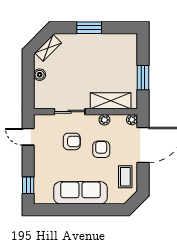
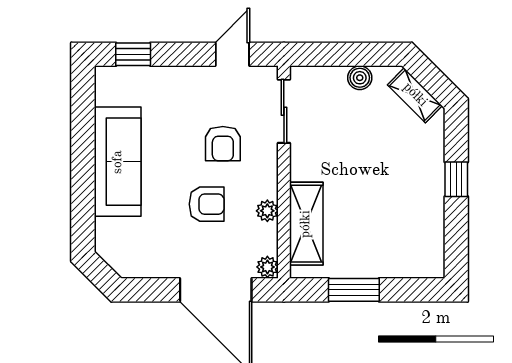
window: (89, 28) -> (456, 179), width x0.67
sliding door: (70, 112) -> (284, 111), moved
coffee table: (125, 177) -> (150, 254), removed

